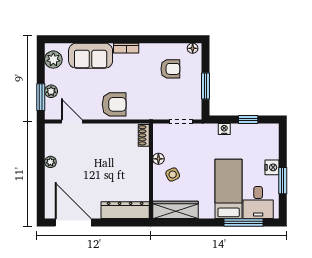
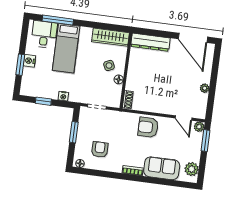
armchair: (170, 69) -> (100, 149), turned 90
plant: (51, 91) -> (199, 127), moved
window: (283, 181) -> (20, 65), moved

